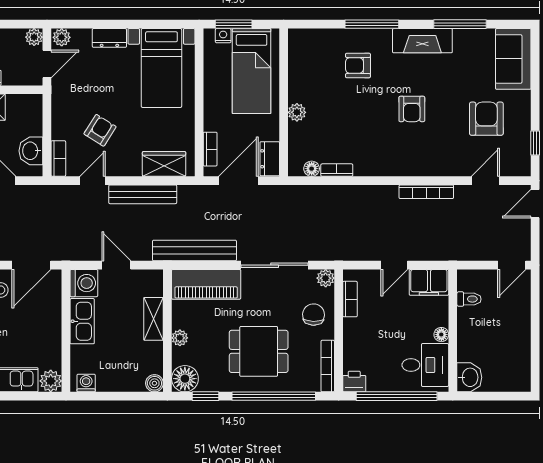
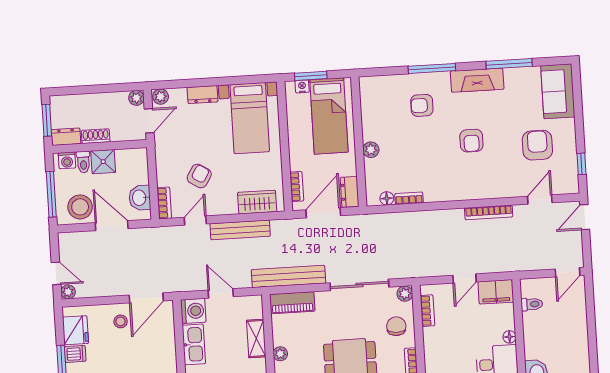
piano: (206, 284) -> (292, 303), width x0.73, depth x0.75

